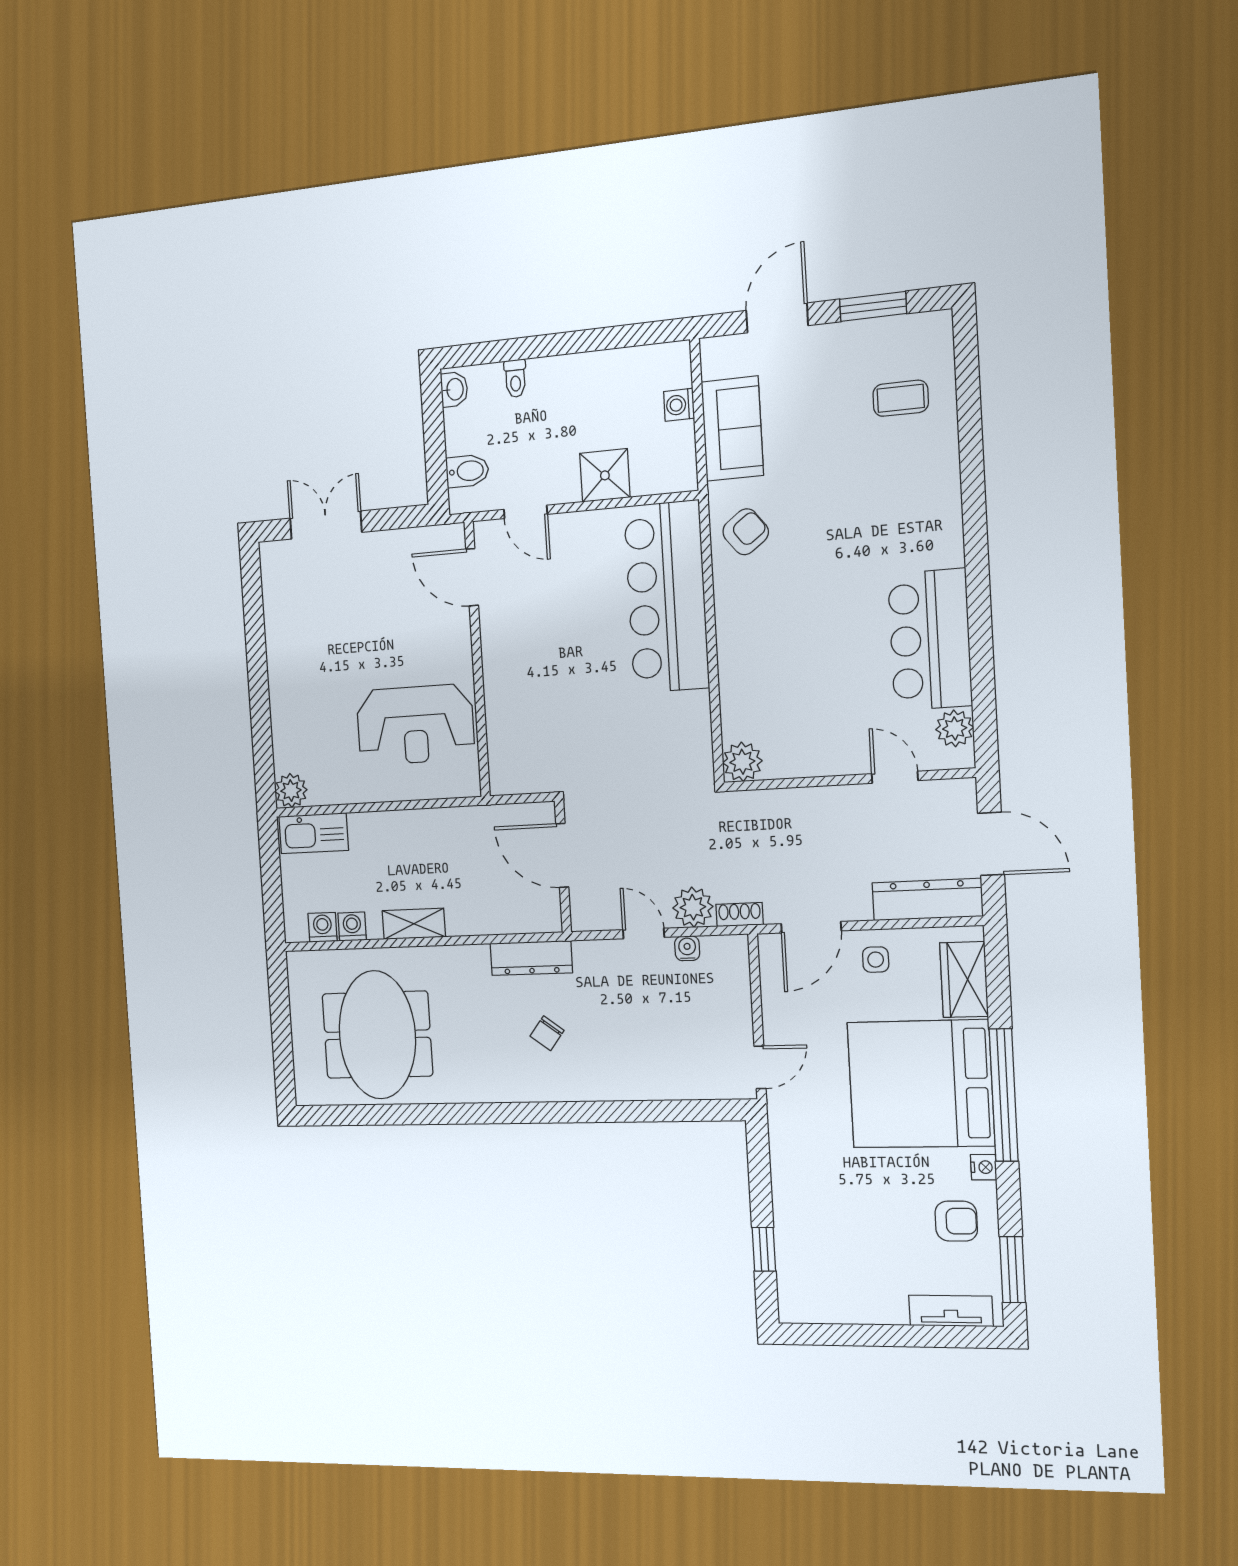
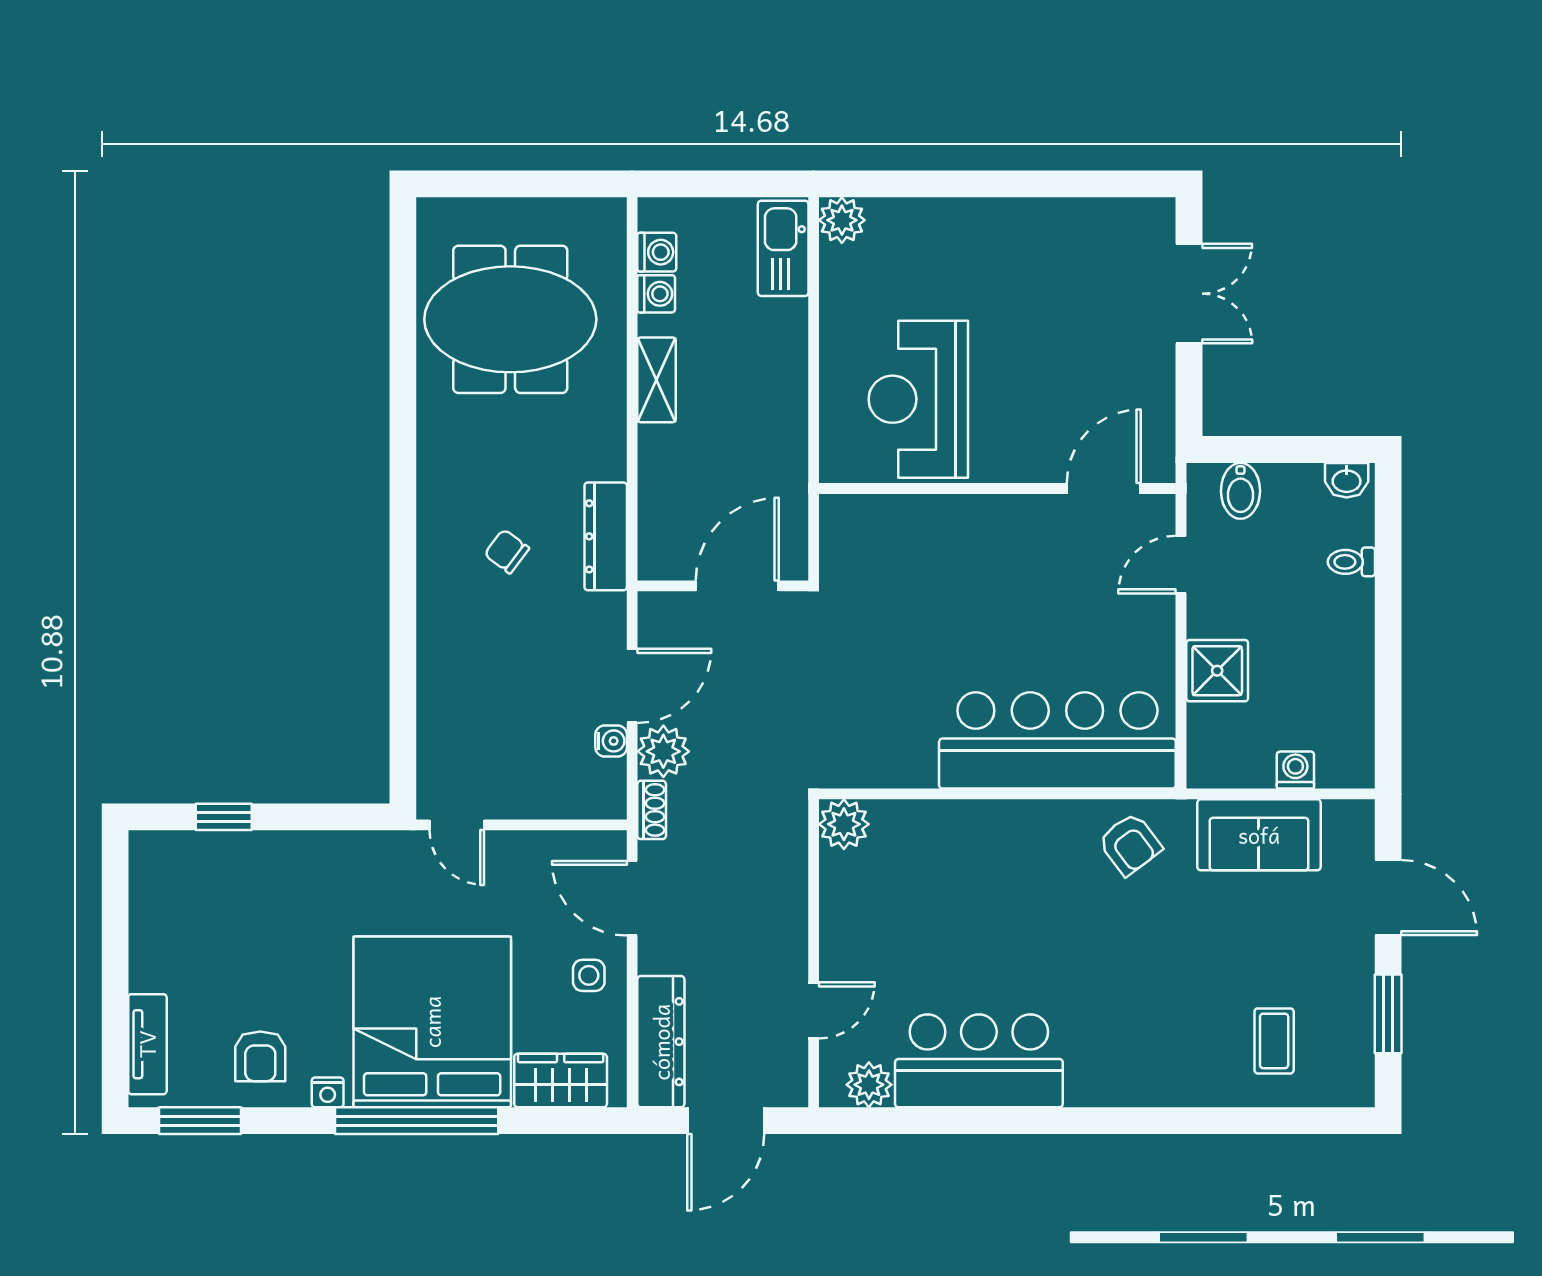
door: (643, 934) -> (632, 686), width x1.38

